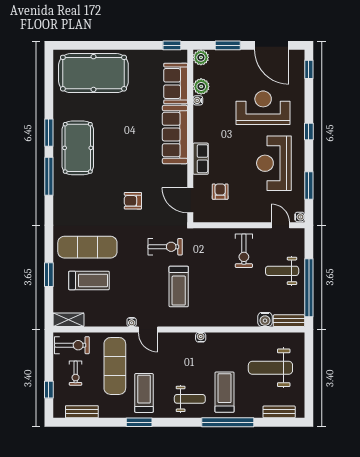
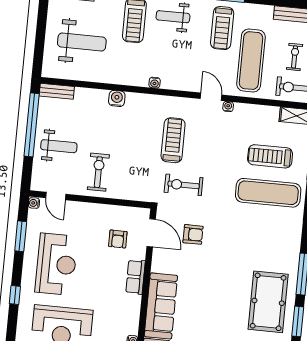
armchair: (133, 201) -> (193, 234), moved
water cooler: (265, 319) -> (117, 98), moved

